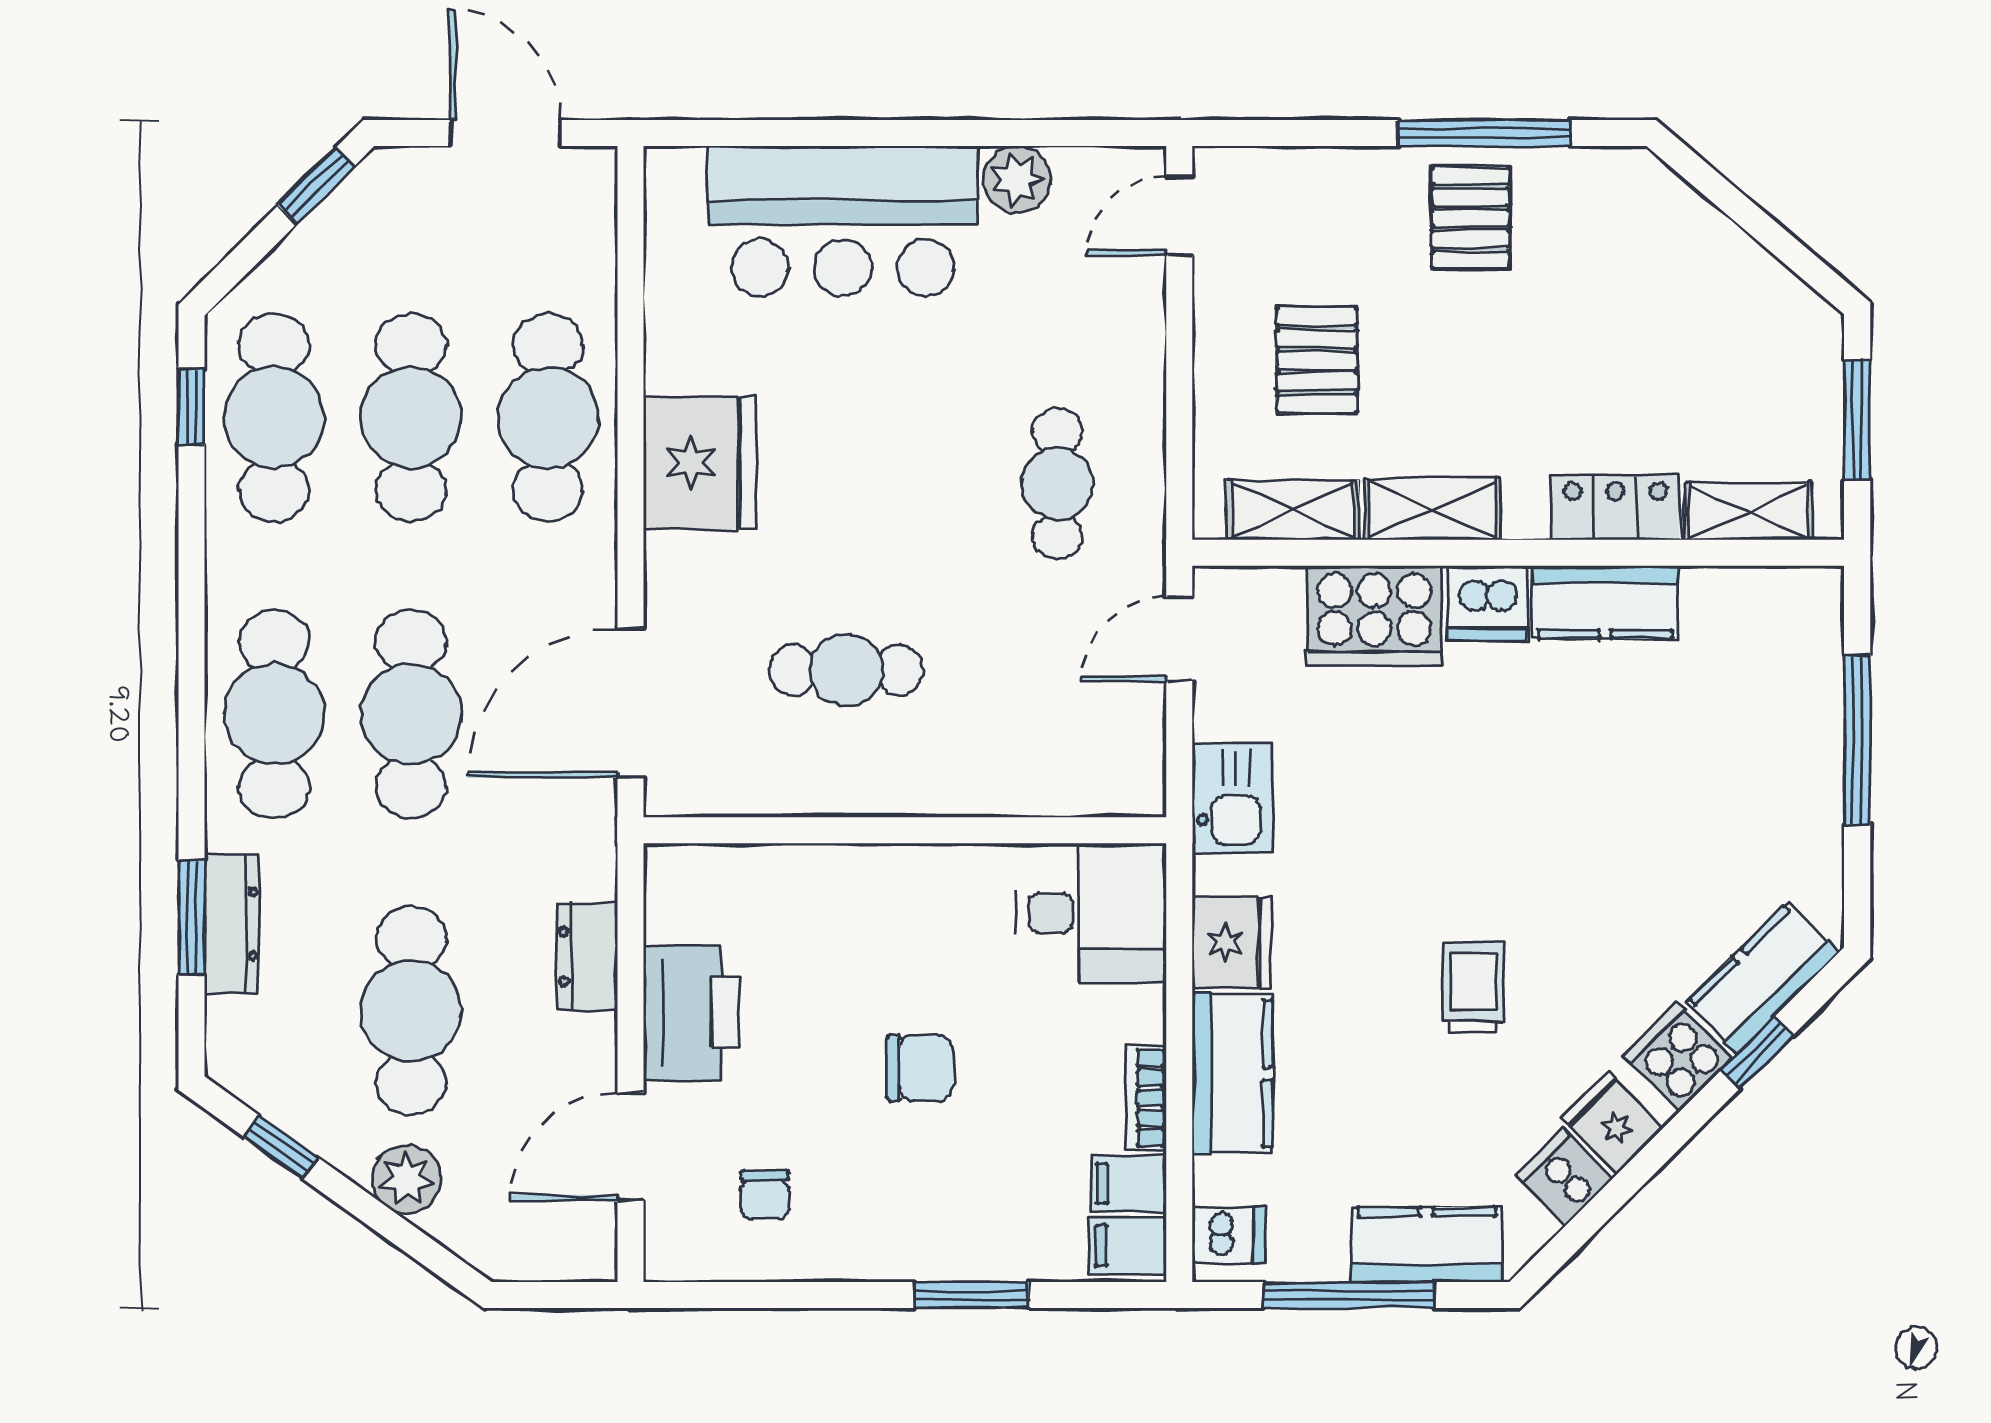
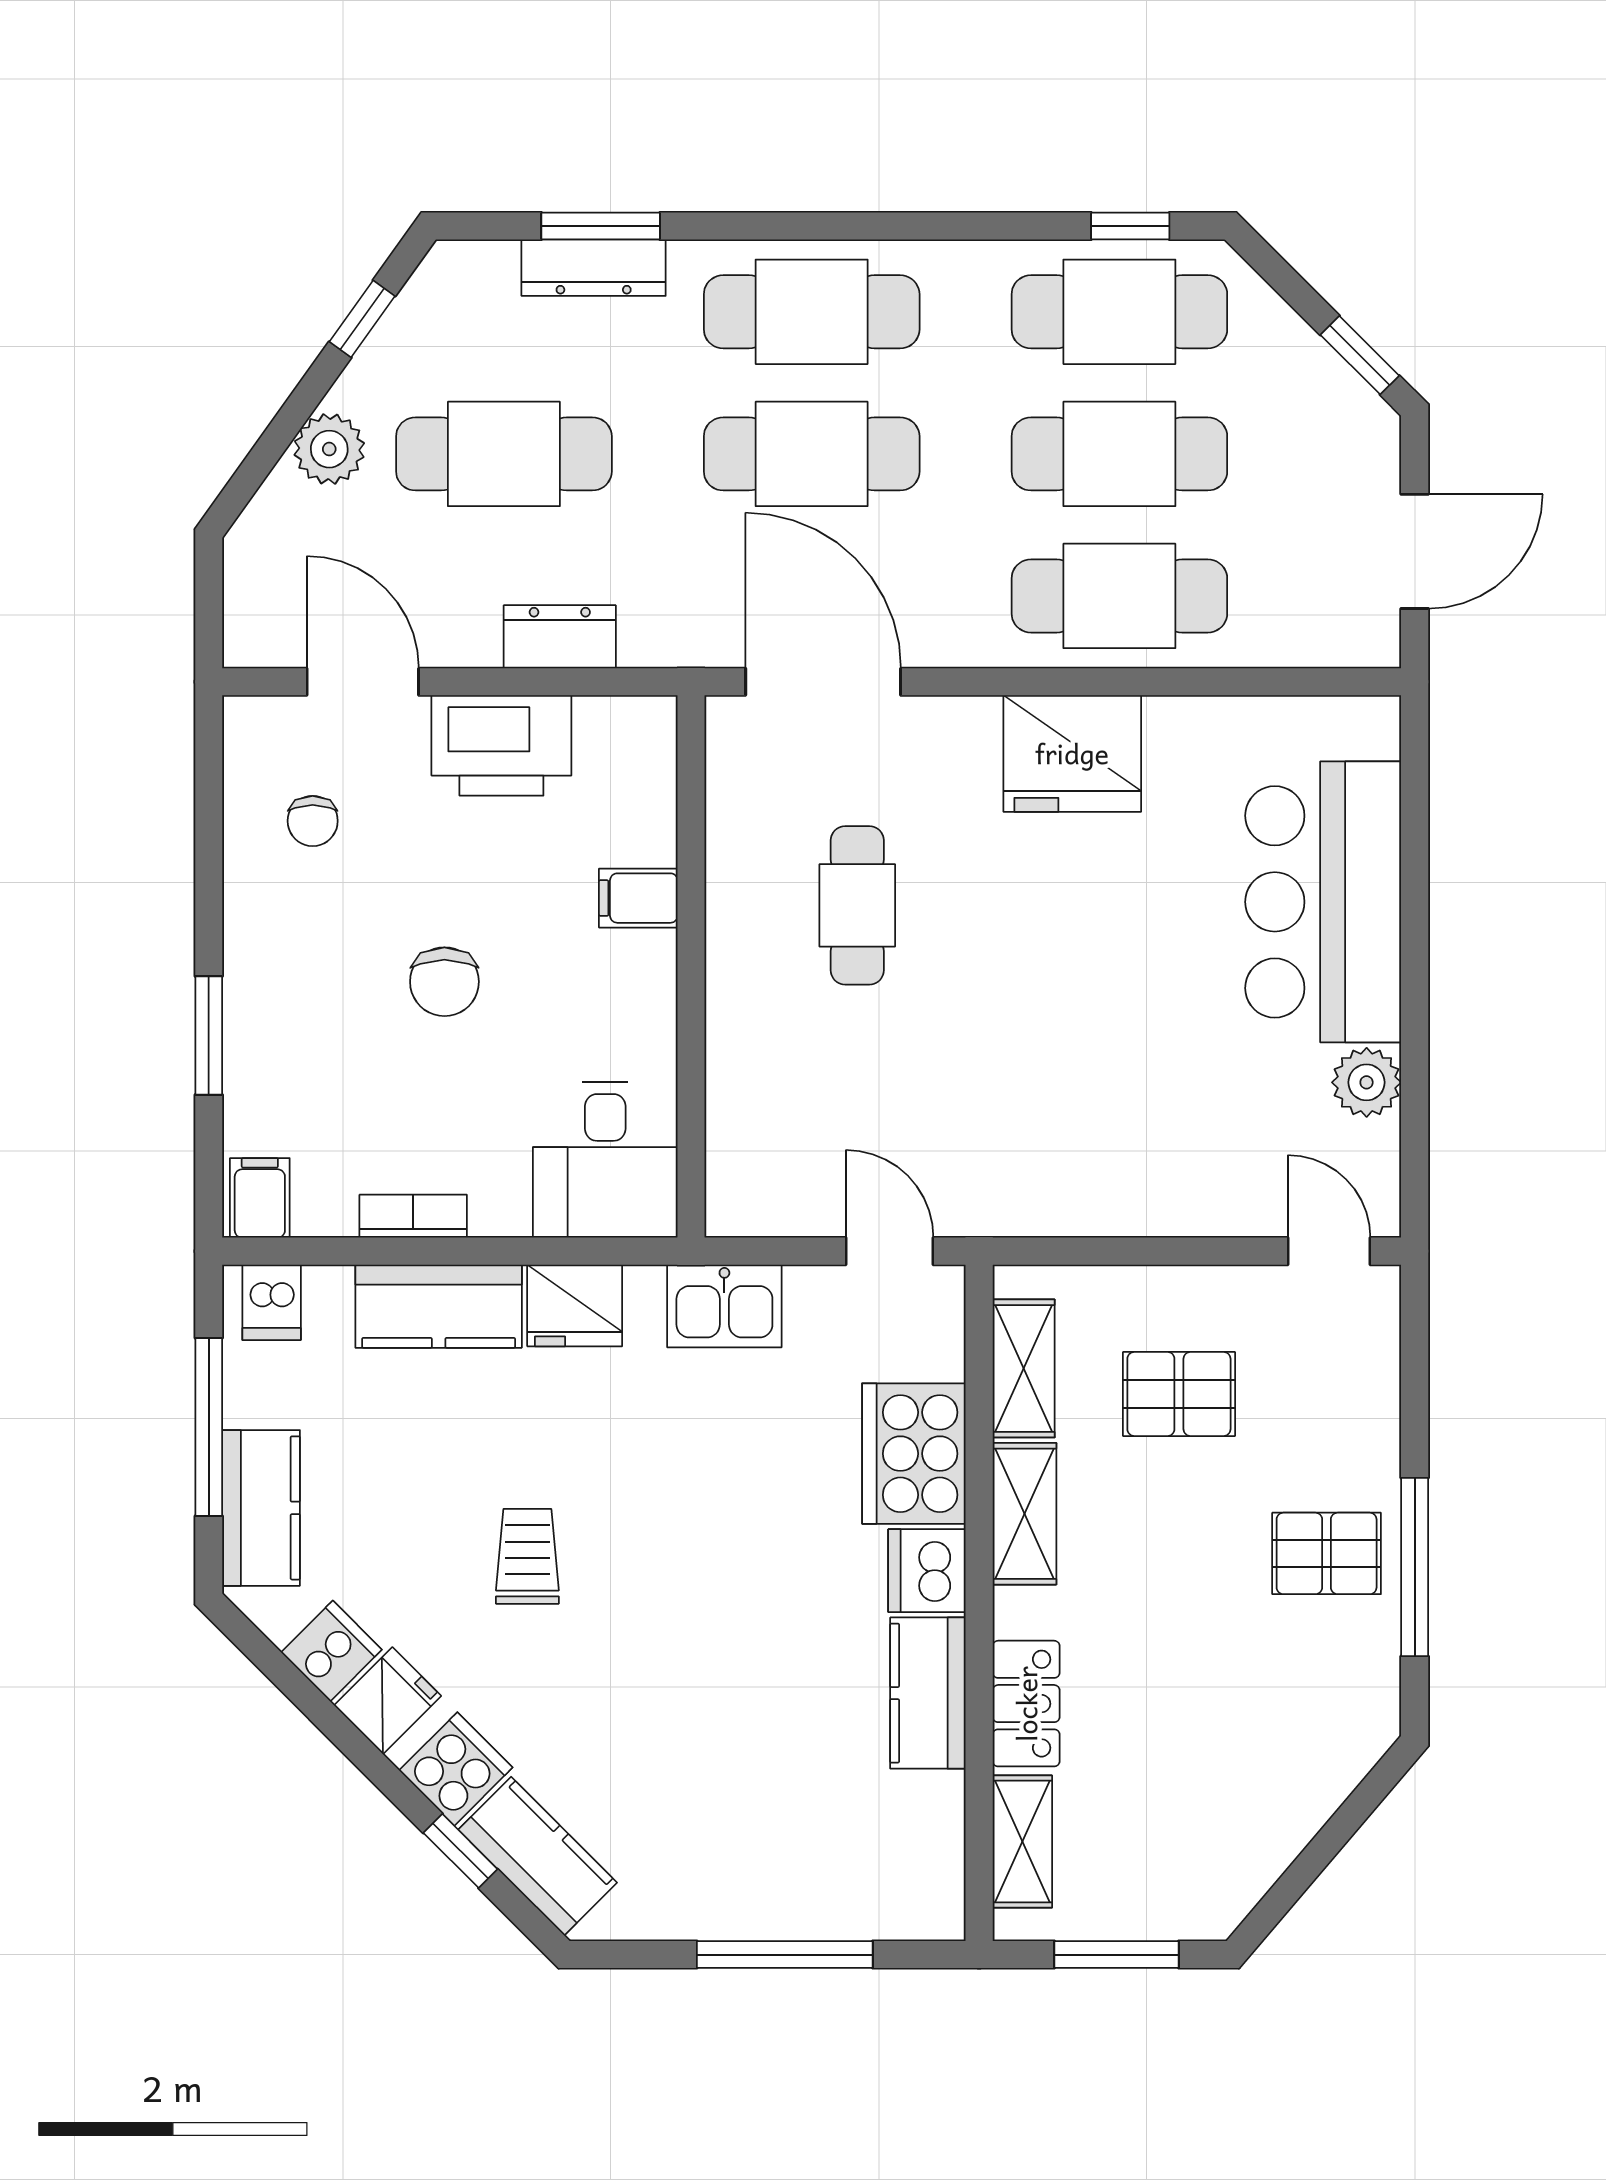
cafe table: (1057, 484) -> (1051, 1125), removed
trolley: (1473, 988) -> (527, 1556), turned -90
filing cabinet: (1128, 1183) -> (638, 898), moved, turned -90
chair: (765, 1195) -> (313, 821), turned -90

